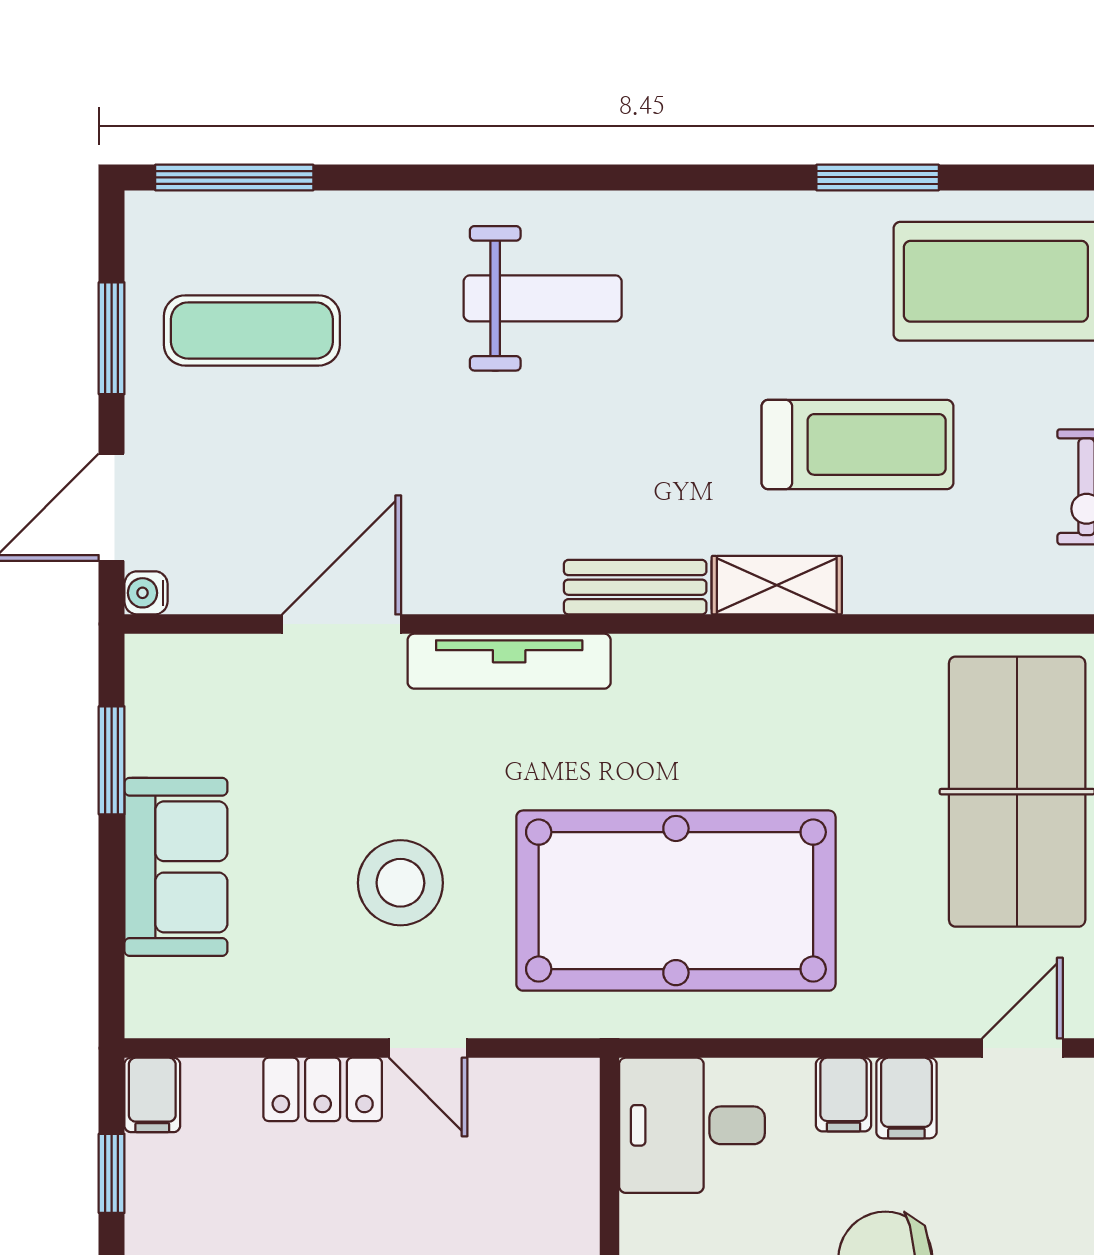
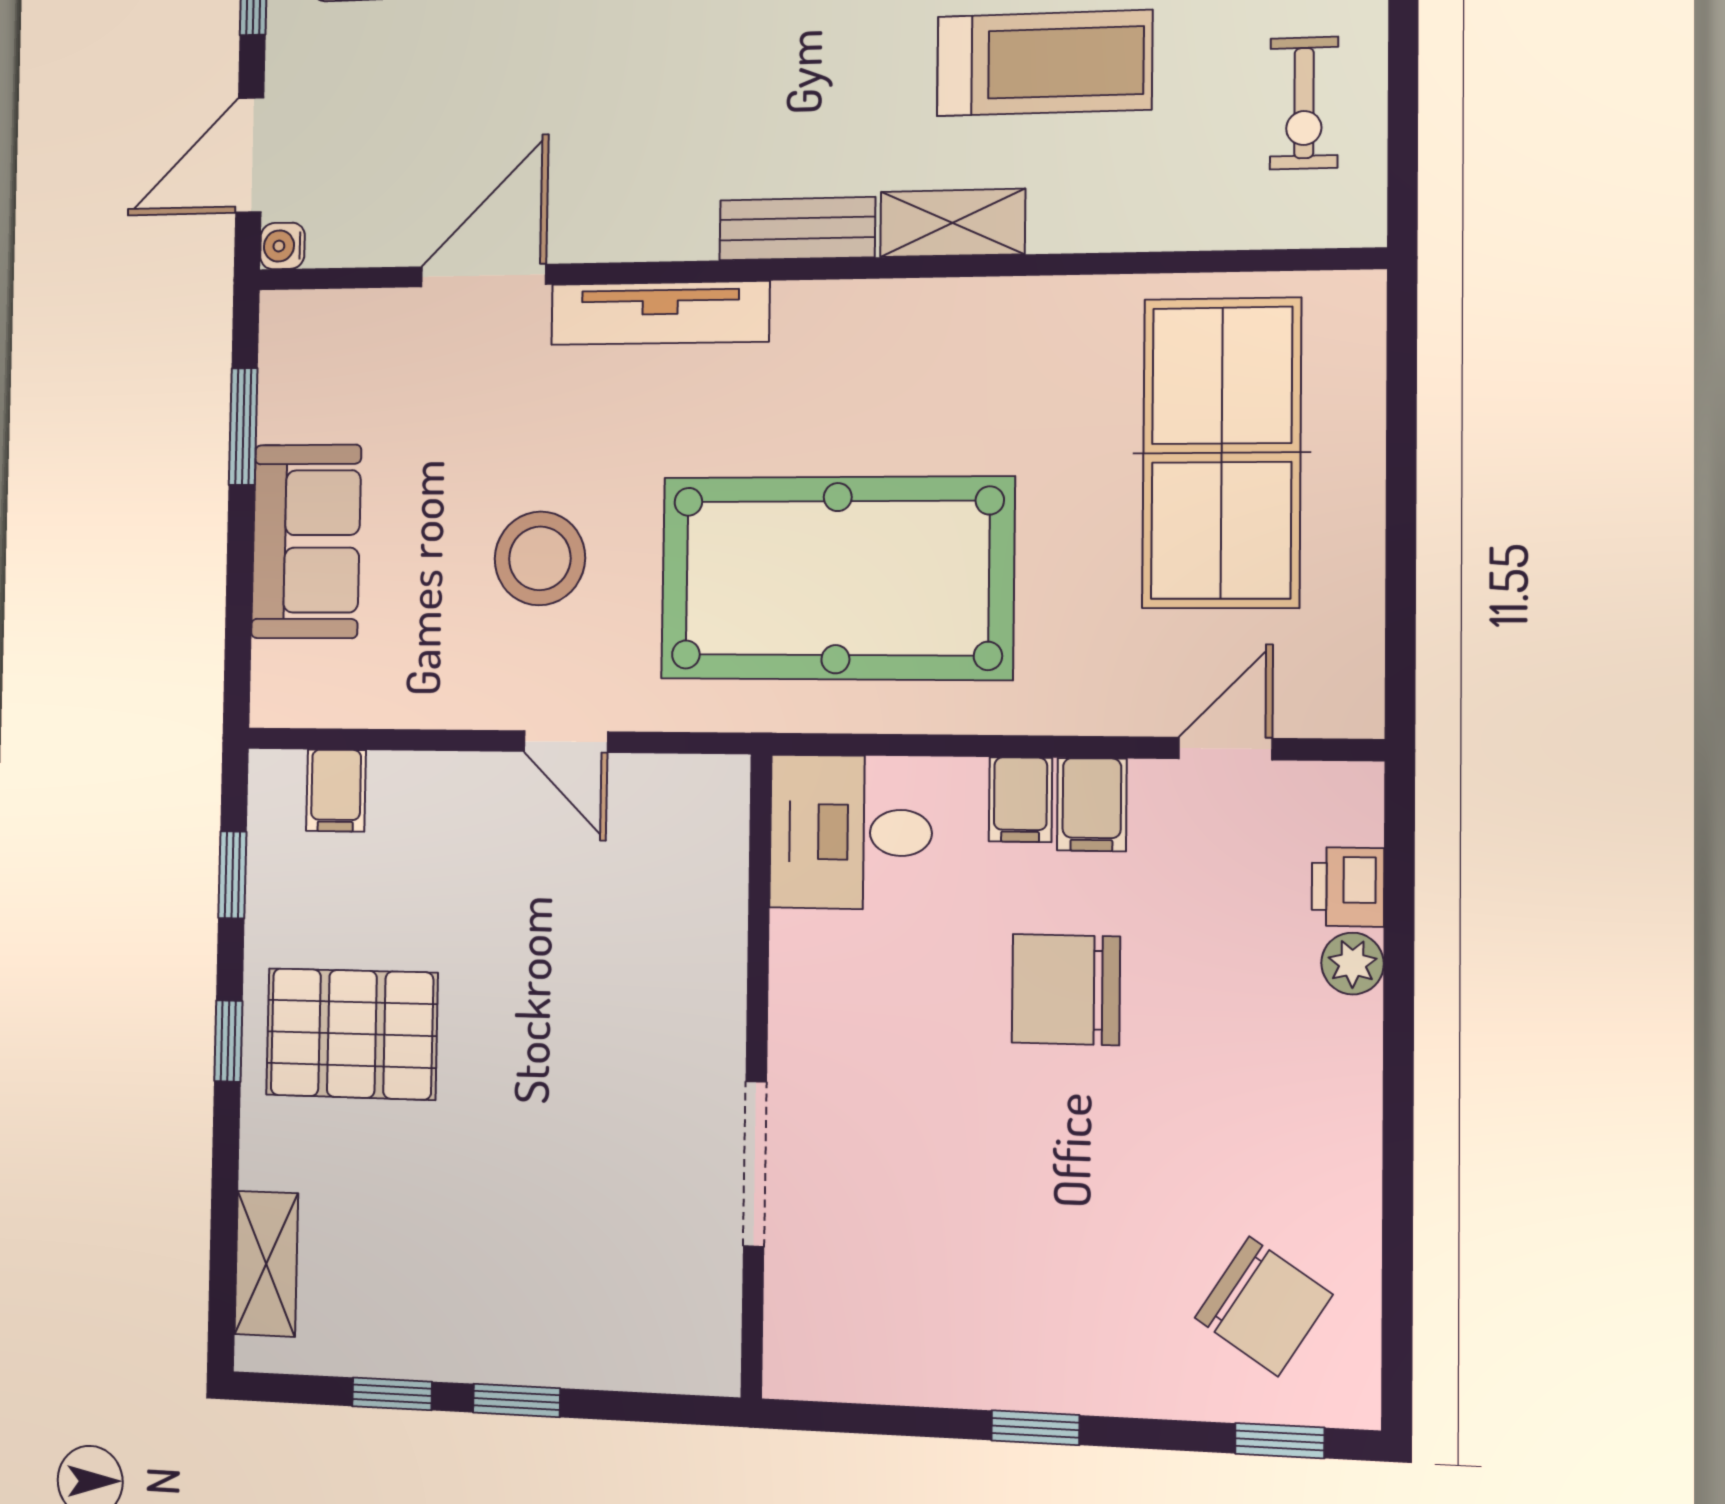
locker: (323, 1089) -> (453, 786), removed
filing cabinet: (152, 1095) -> (336, 791), moved

